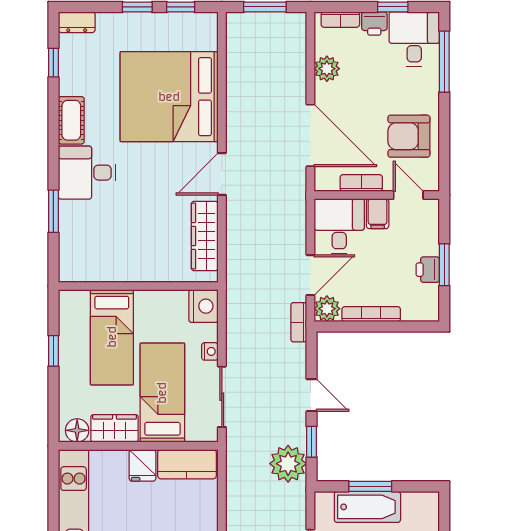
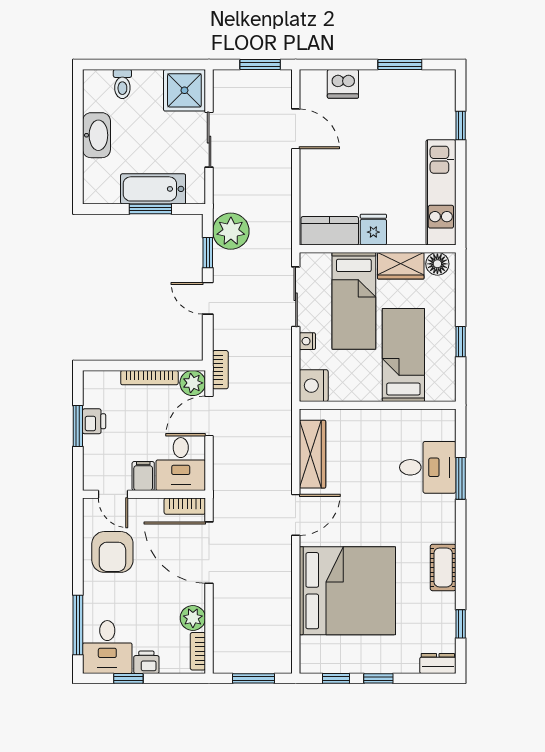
bookcase: (340, 20) -> (198, 651), moved, turned -90
armchair: (409, 136) -> (112, 552), turned 90
desk: (87, 173) -> (428, 467), moved
bookcase: (361, 183) -> (185, 506), moved

